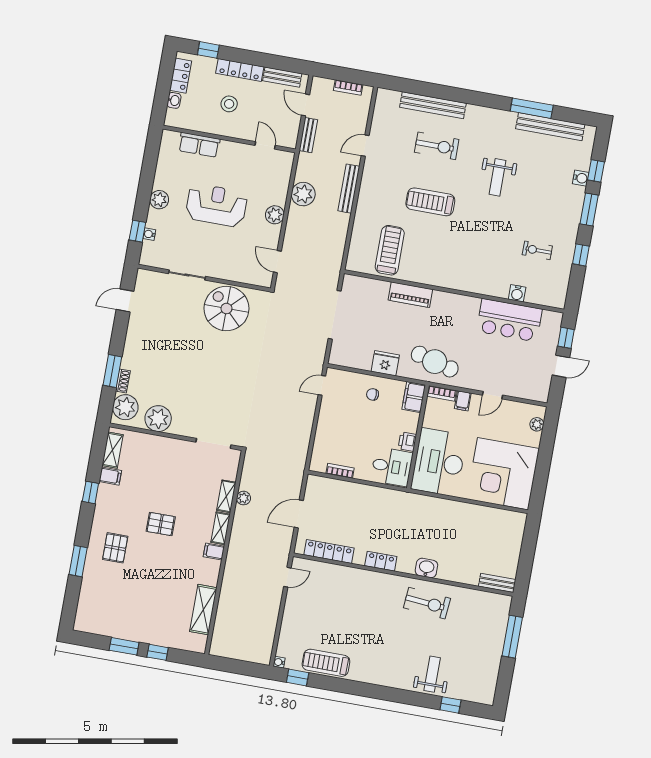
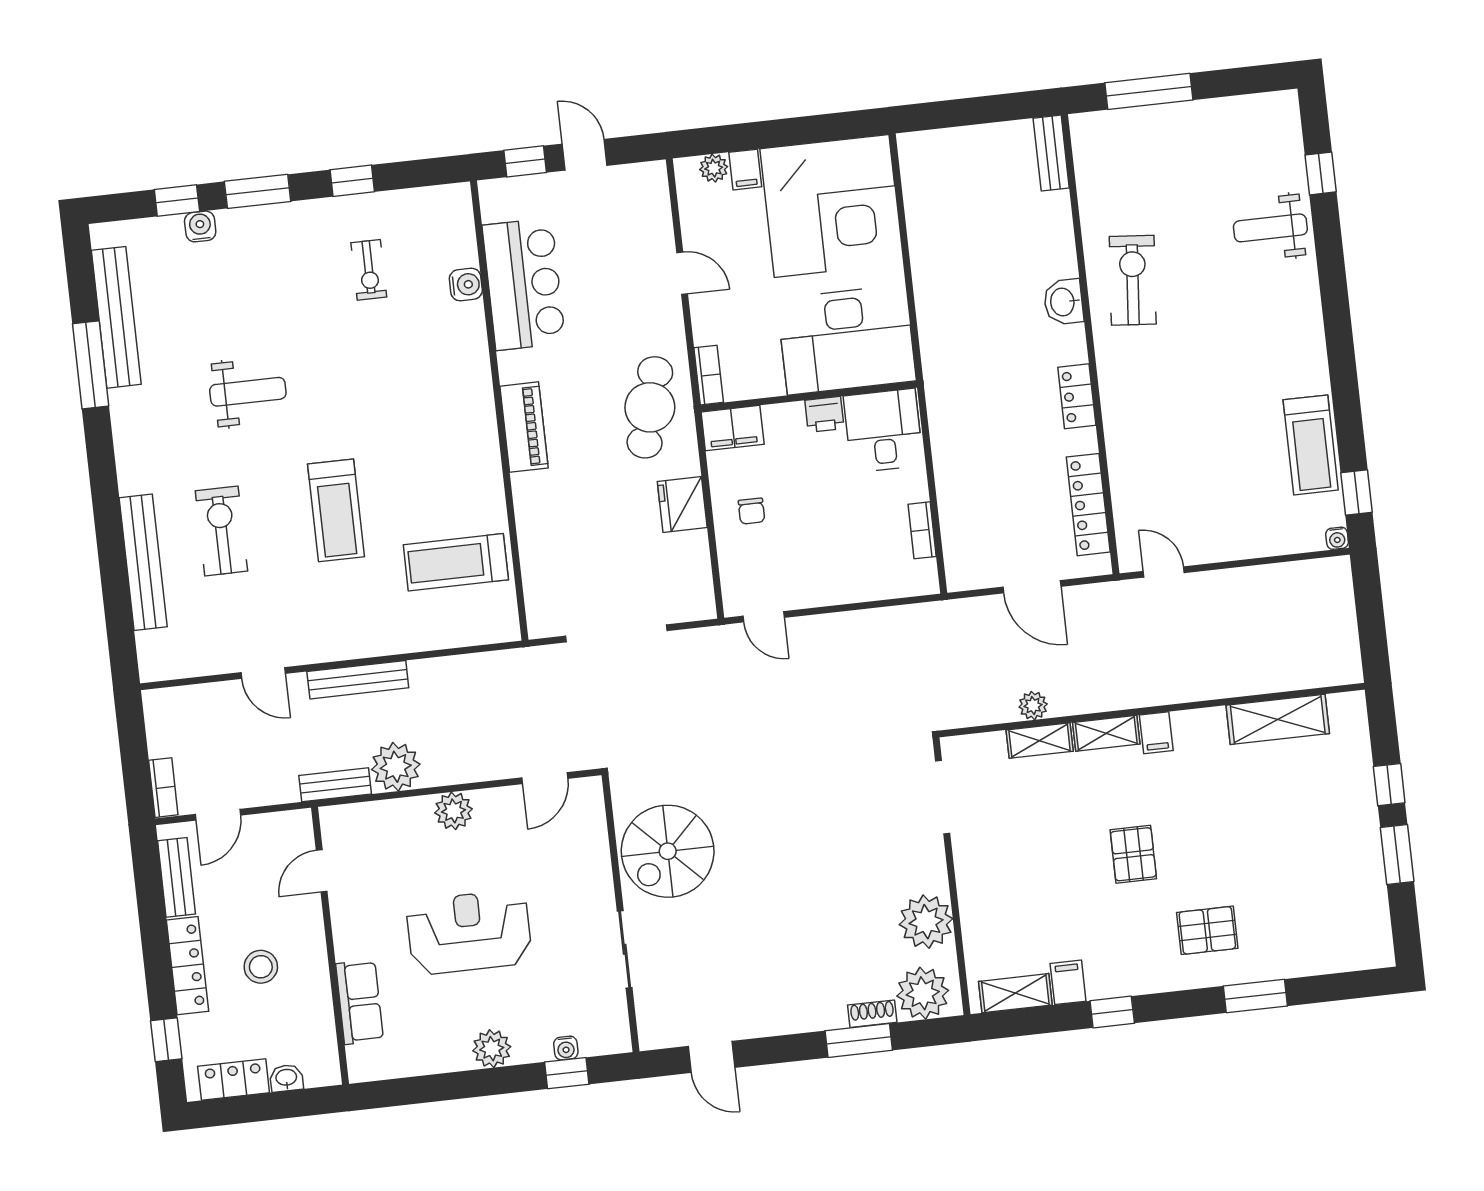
bookcase: (348, 87) -> (163, 788), moved
bench: (308, 135) -> (335, 785), moved
reception desk: (216, 205) -> (469, 932), turned 90
piano: (410, 295) -> (524, 427), moved
filing cabinet: (463, 401) -> (745, 170), moved, turned 90

